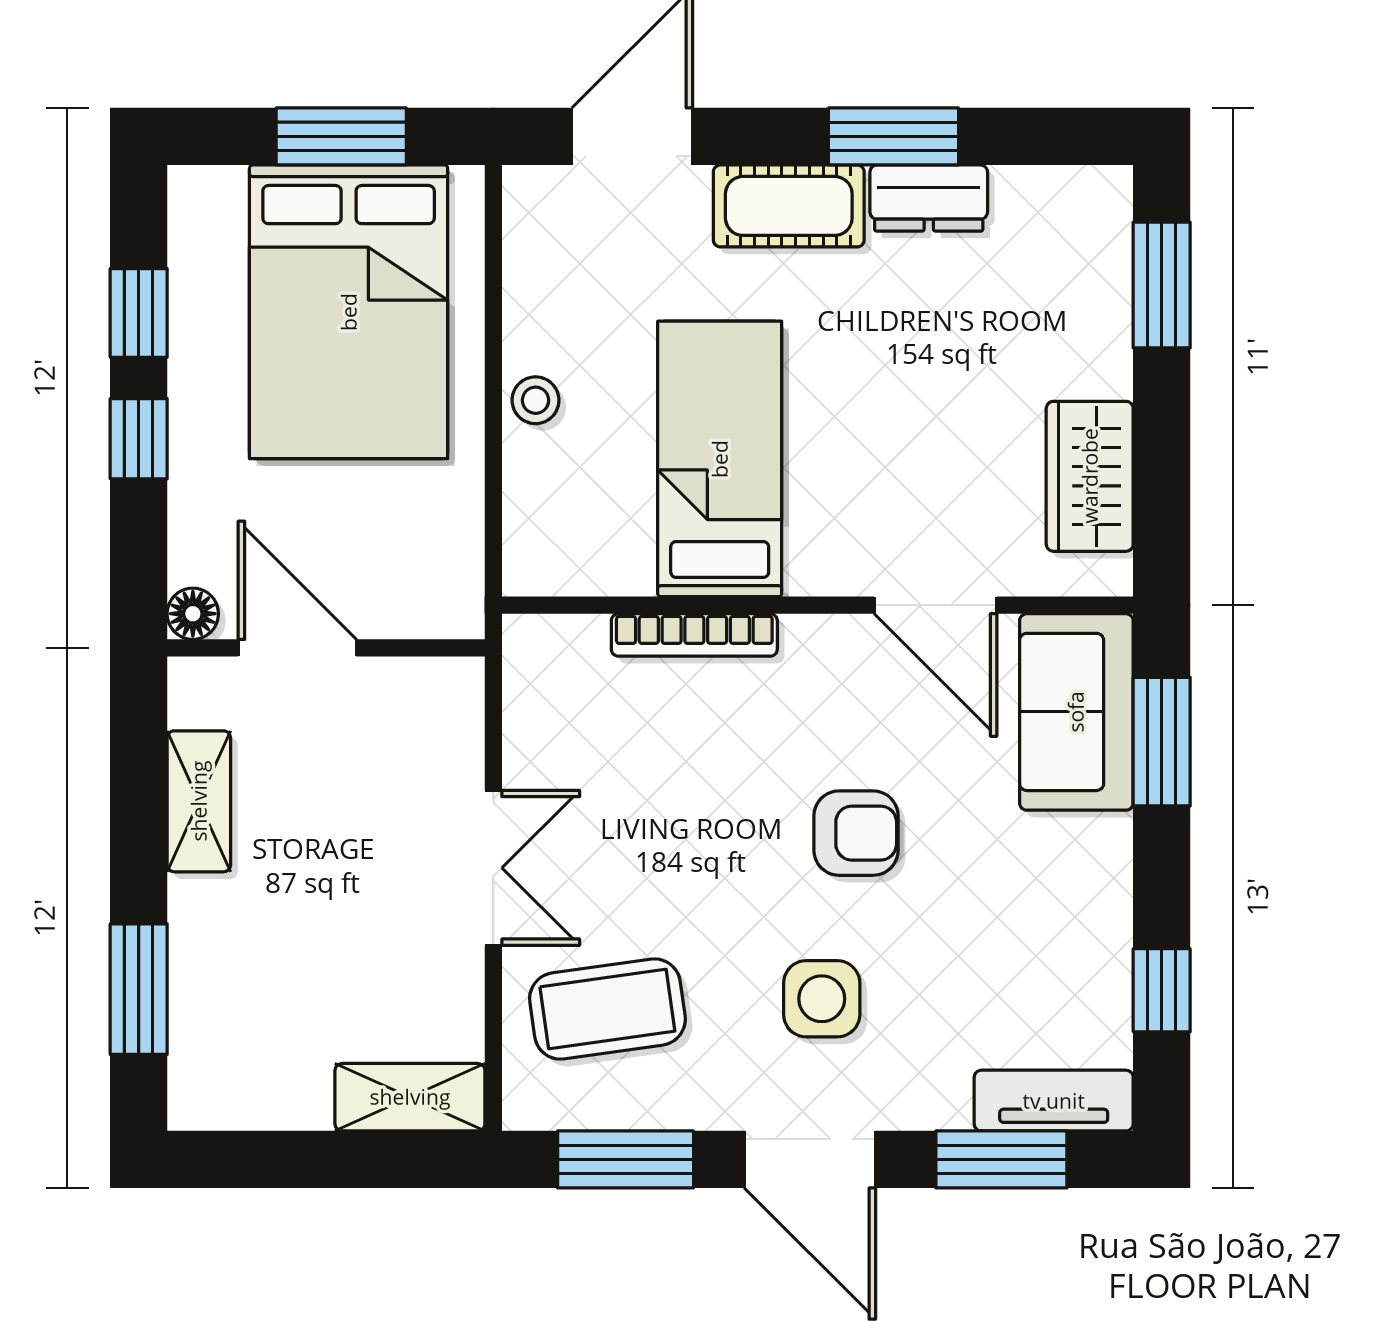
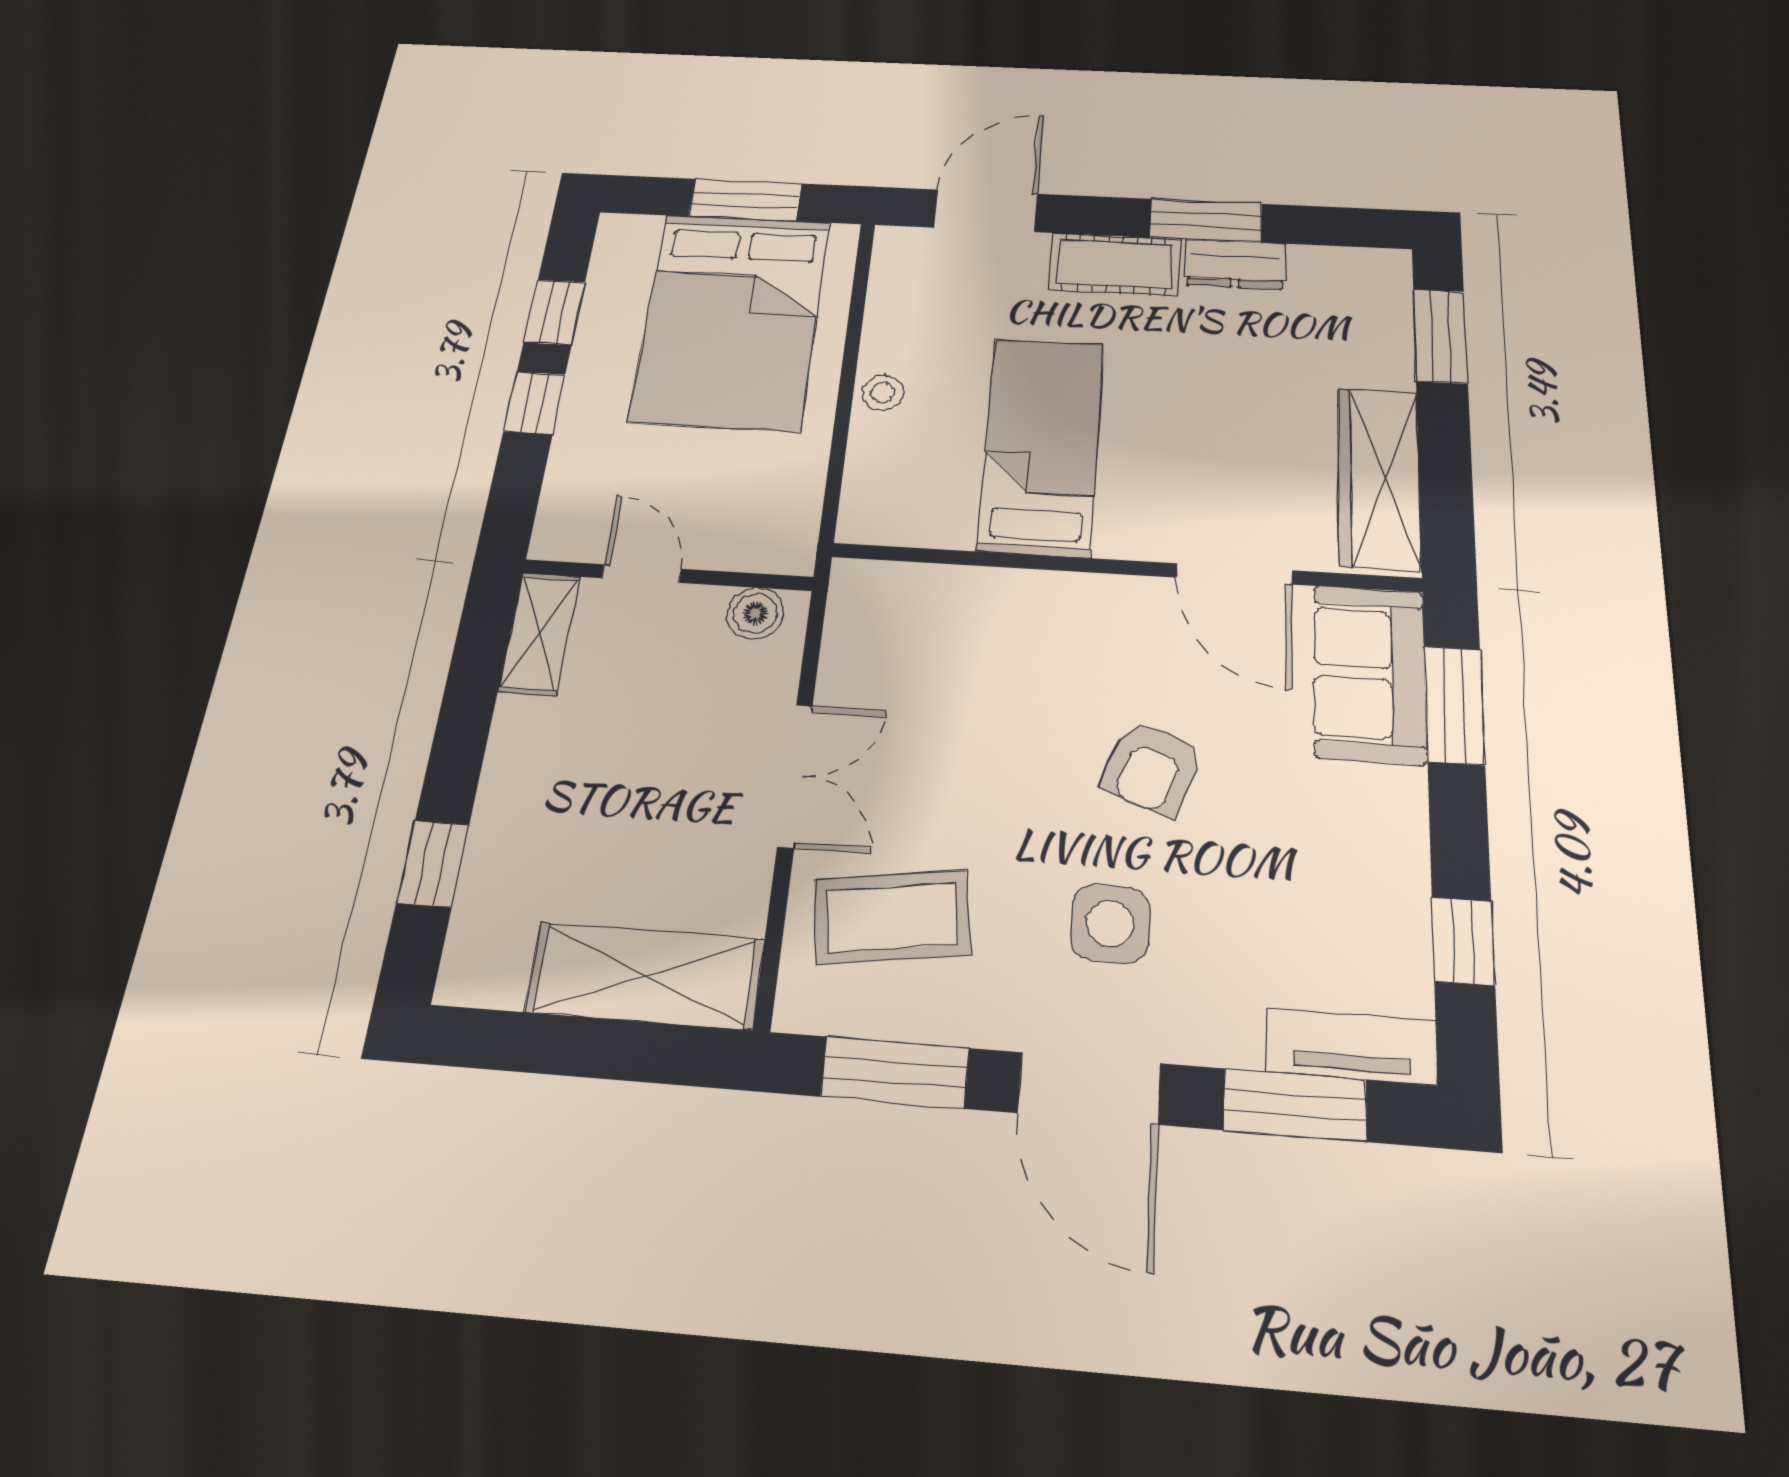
wardrobe: (1090, 476) -> (1379, 478), width x1.50
floor lamp: (193, 614) -> (553, 540), removed
bookcase: (694, 635) -> (1007, 585), removed
door: (297, 648) -> (642, 574), width x0.73
boiler: (428, 687) -> (755, 613), added
shelving: (199, 801) -> (539, 634), moved
armchair: (856, 833) -> (1152, 768), turned 110
window: (139, 989) -> (433, 864), width x0.67
shelving: (410, 1097) -> (645, 976), width x1.50, depth x1.33

